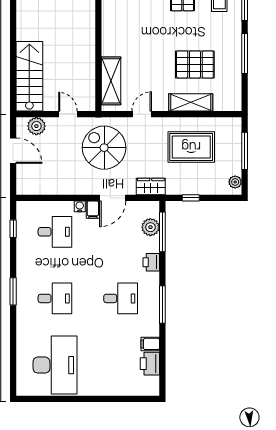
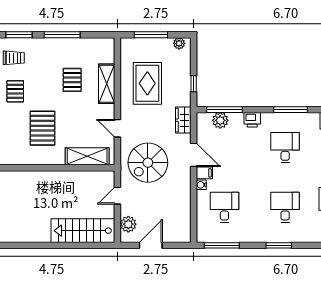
pallet: (142, 32) -> (43, 128), added
pallet: (195, 64) -> (72, 80), width x0.67, depth x0.71
window: (13, 229) -> (222, 245), width x2.17

